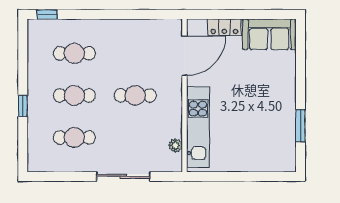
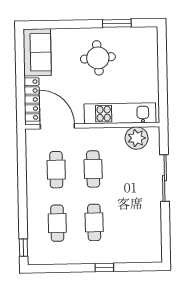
locker: (224, 27) -> (32, 100), width x1.53
round table: (261, 103) -> (98, 58), added
cafe table: (74, 137) -> (56, 170), moved
plant: (175, 145) -> (137, 138), width x1.88, depth x1.88

